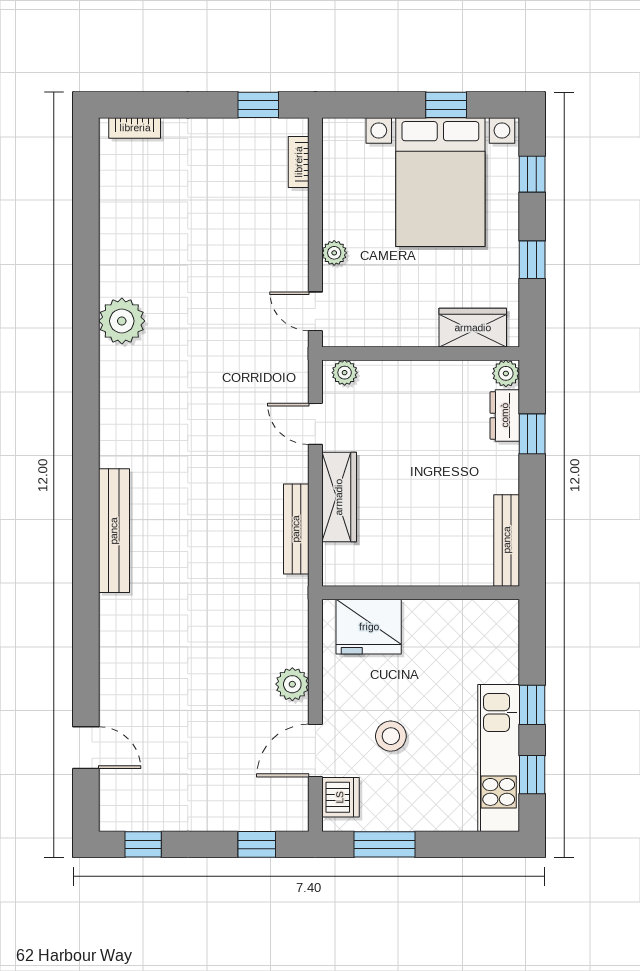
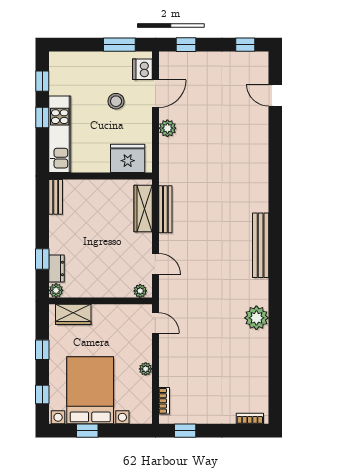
plant: (334, 253) -> (146, 369), moved
wardrobe: (339, 497) -> (143, 208), moved
bench: (114, 531) -> (261, 245), moved
bench: (507, 540) -> (56, 197), width x0.73
kitchen unit: (499, 758) -> (60, 134), moved

